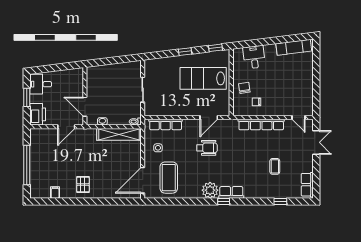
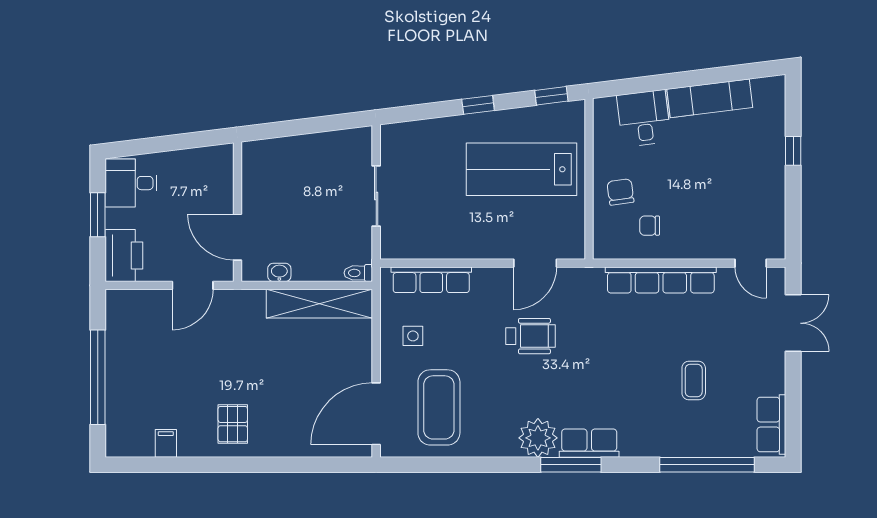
exam couch: (294, 47) -> (710, 98), moved
window: (316, 71) -> (793, 151), added
window: (224, 201) -> (571, 465), width x2.17
window: (280, 201) -> (707, 465), width x3.17

